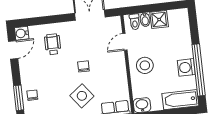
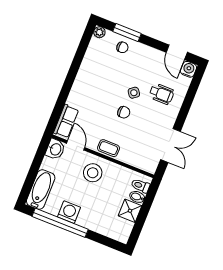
door: (125, 42) -> (76, 145), moved
coffee table: (118, 63) -> (109, 148), added
side table: (82, 96) -> (134, 93), moved, width x0.54, depth x0.54

